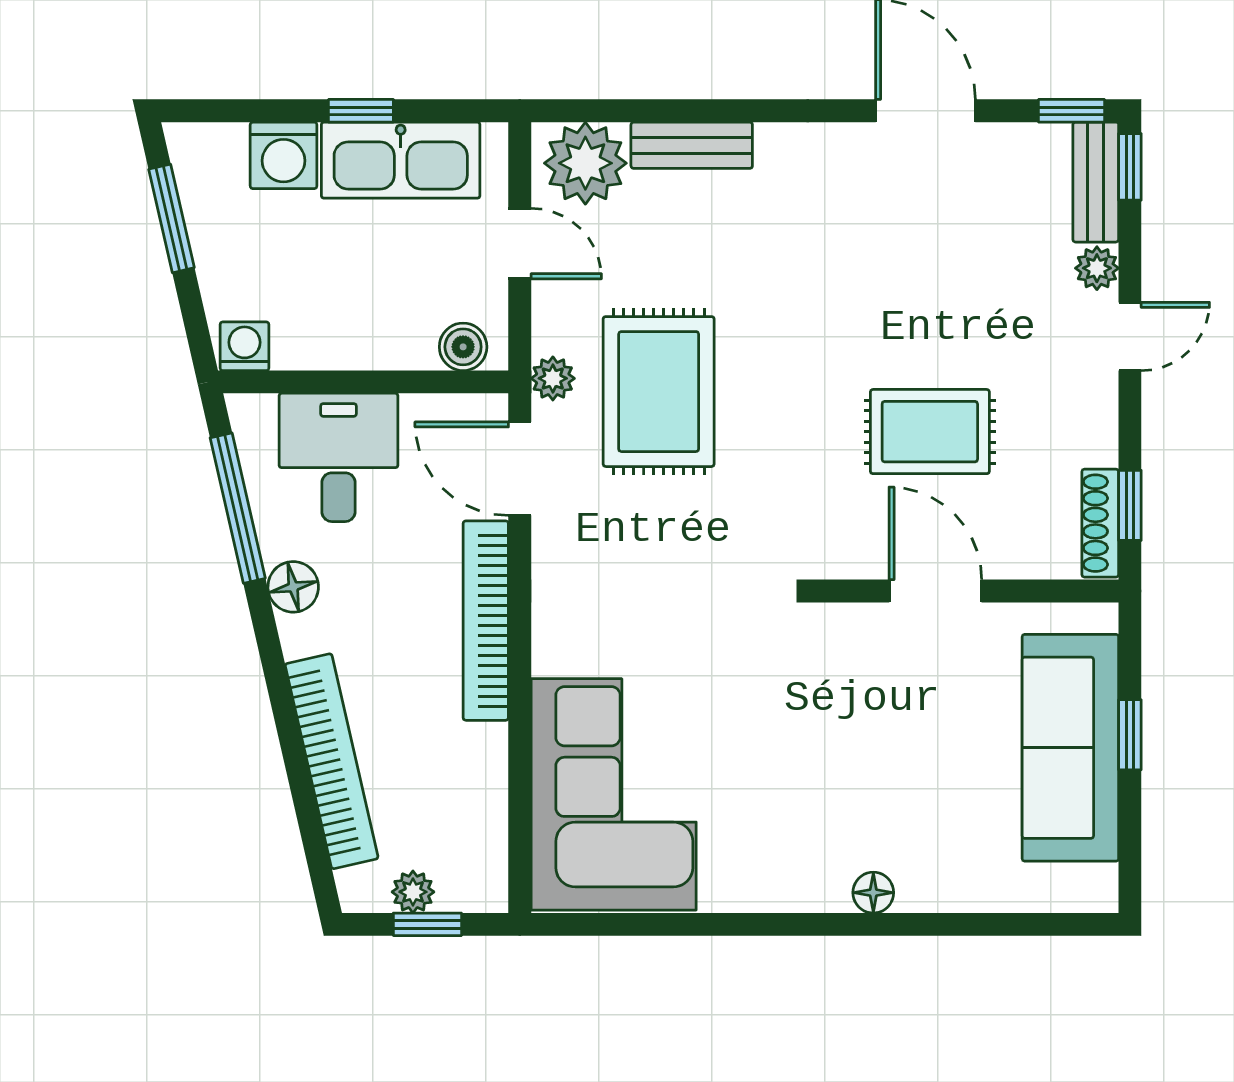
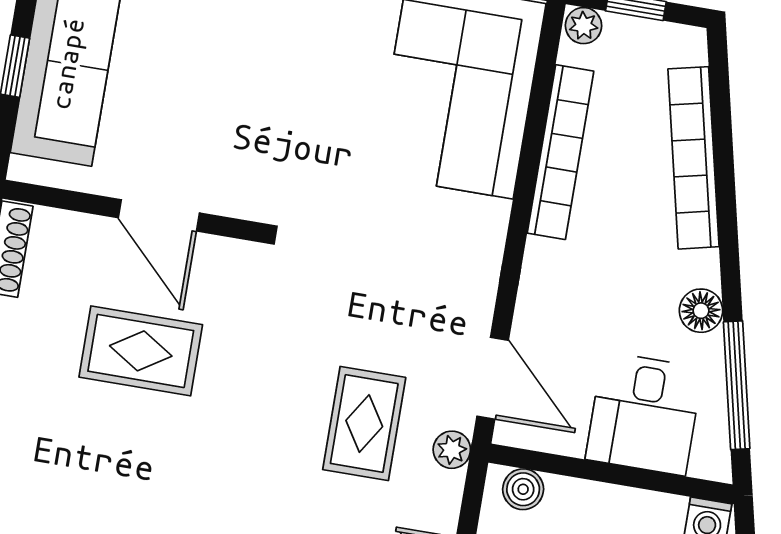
rug: (659, 392) -> (364, 424), width x0.73, depth x0.70
bookcase: (486, 621) -> (560, 152), moved
plant: (413, 892) -> (584, 26), moved

